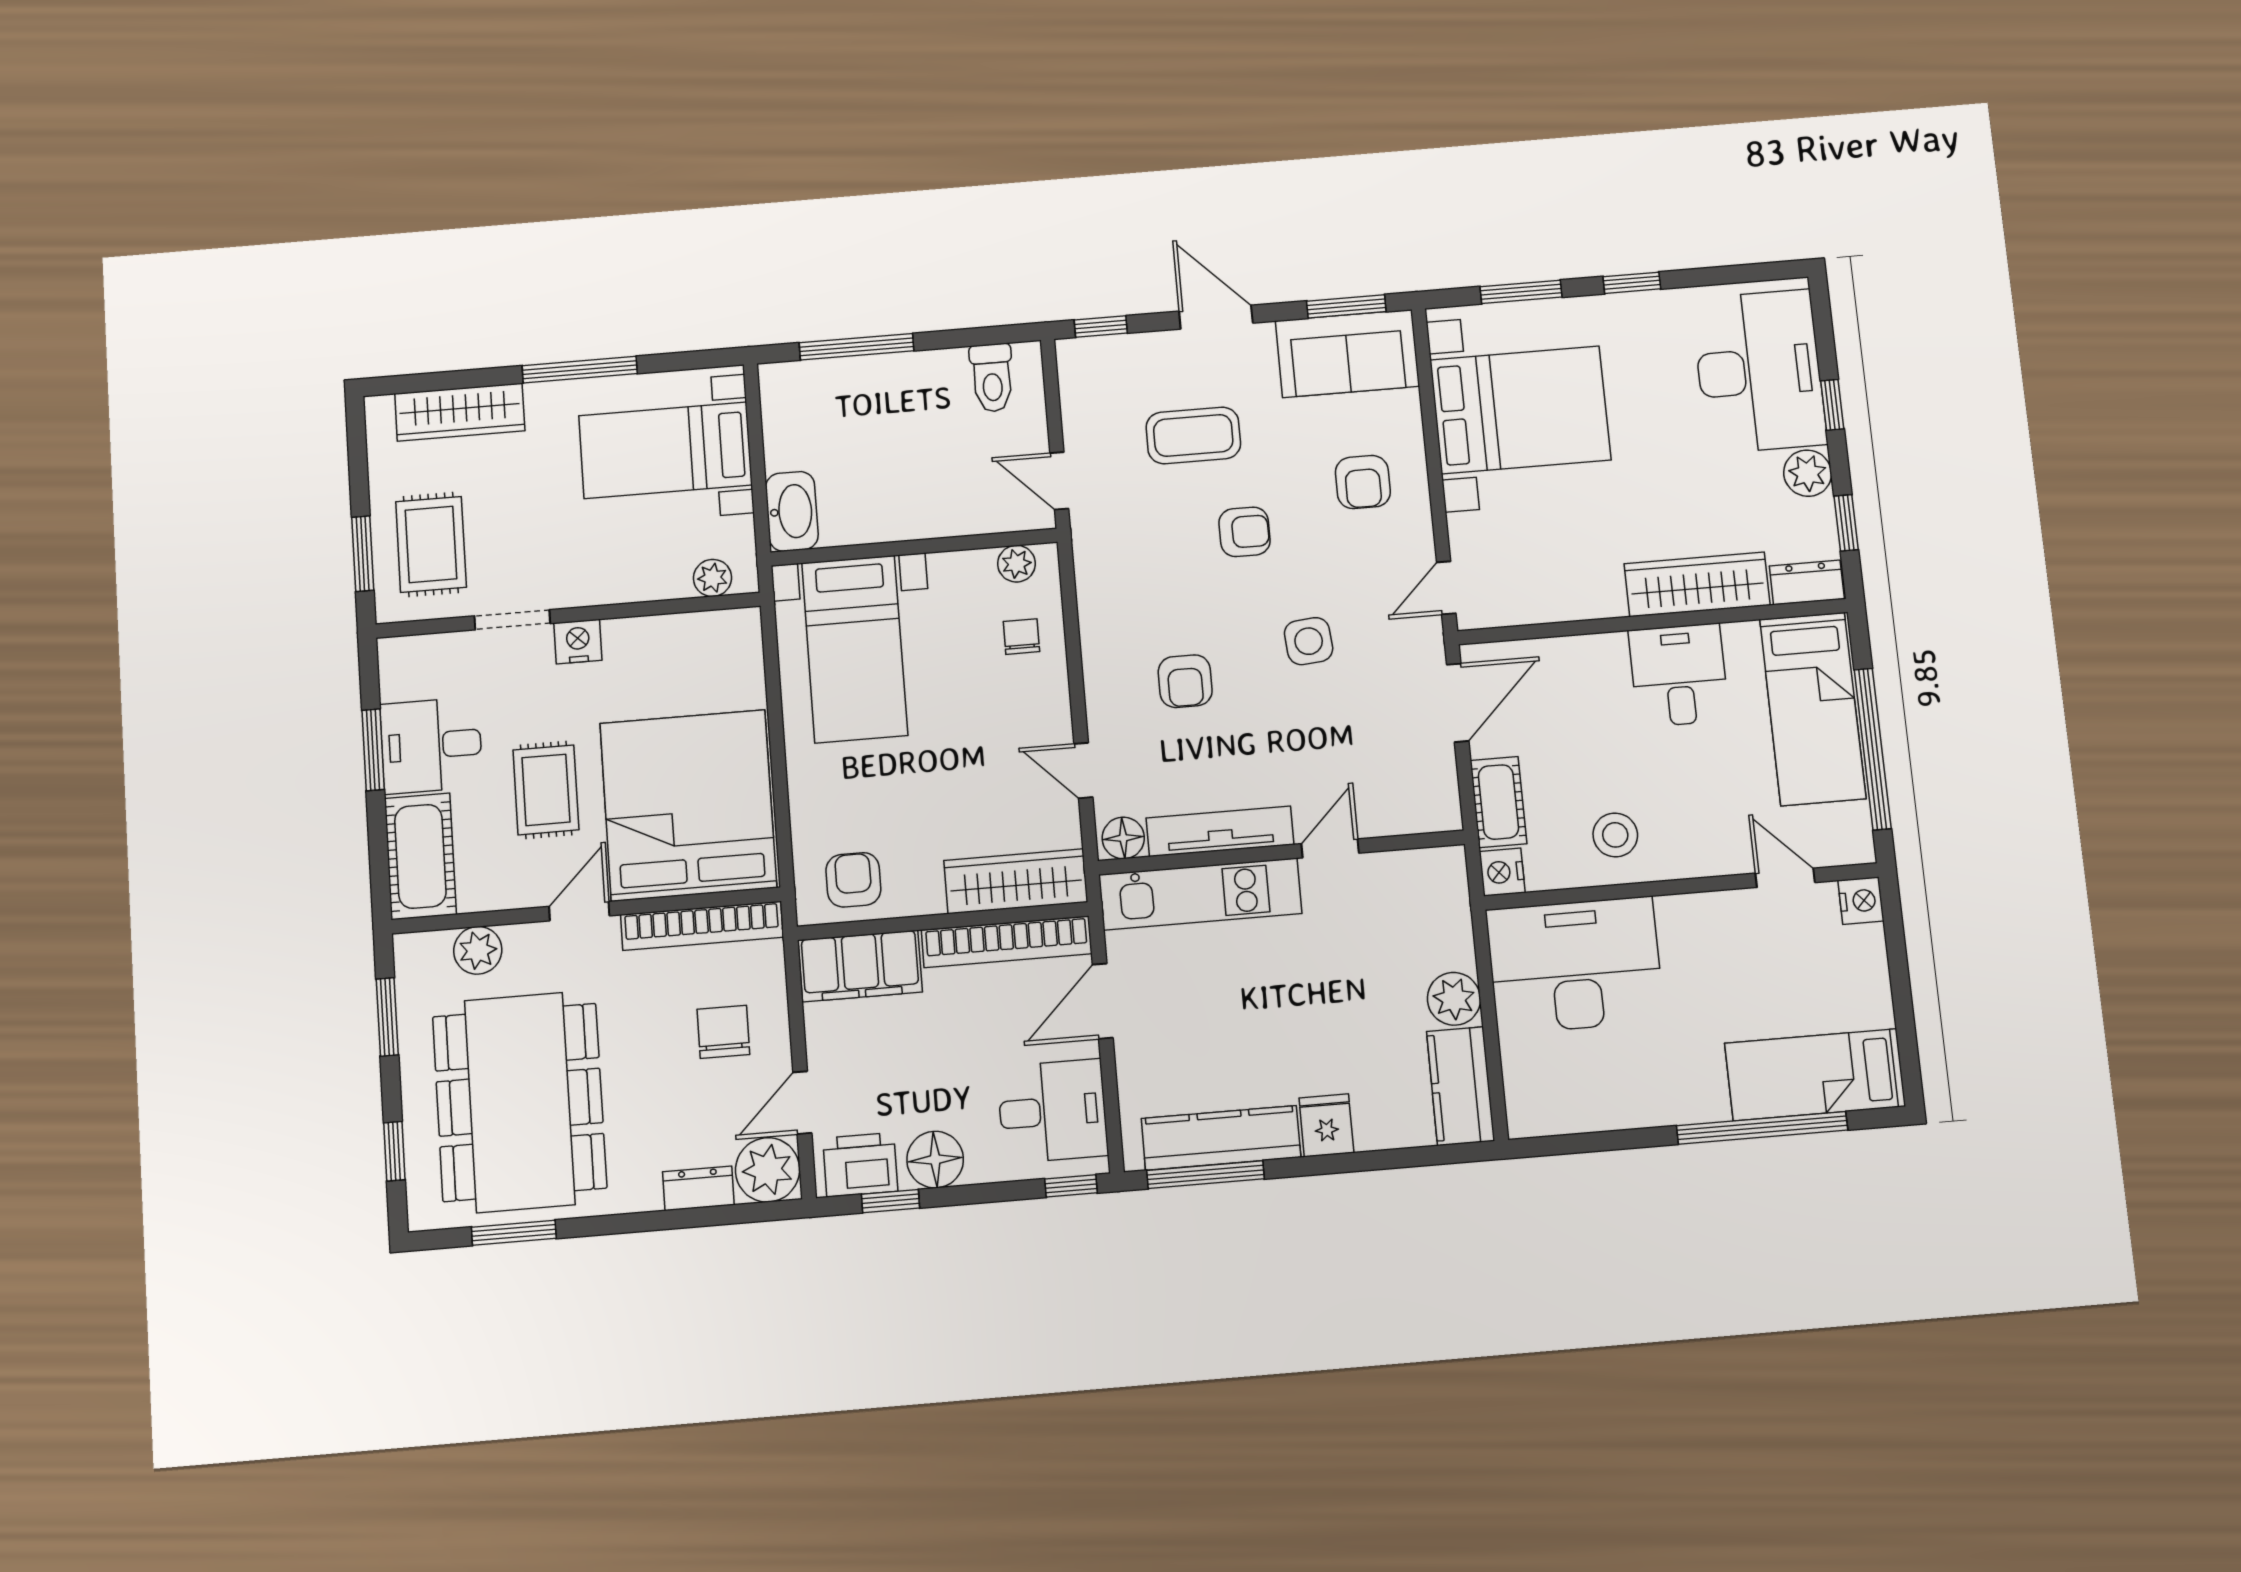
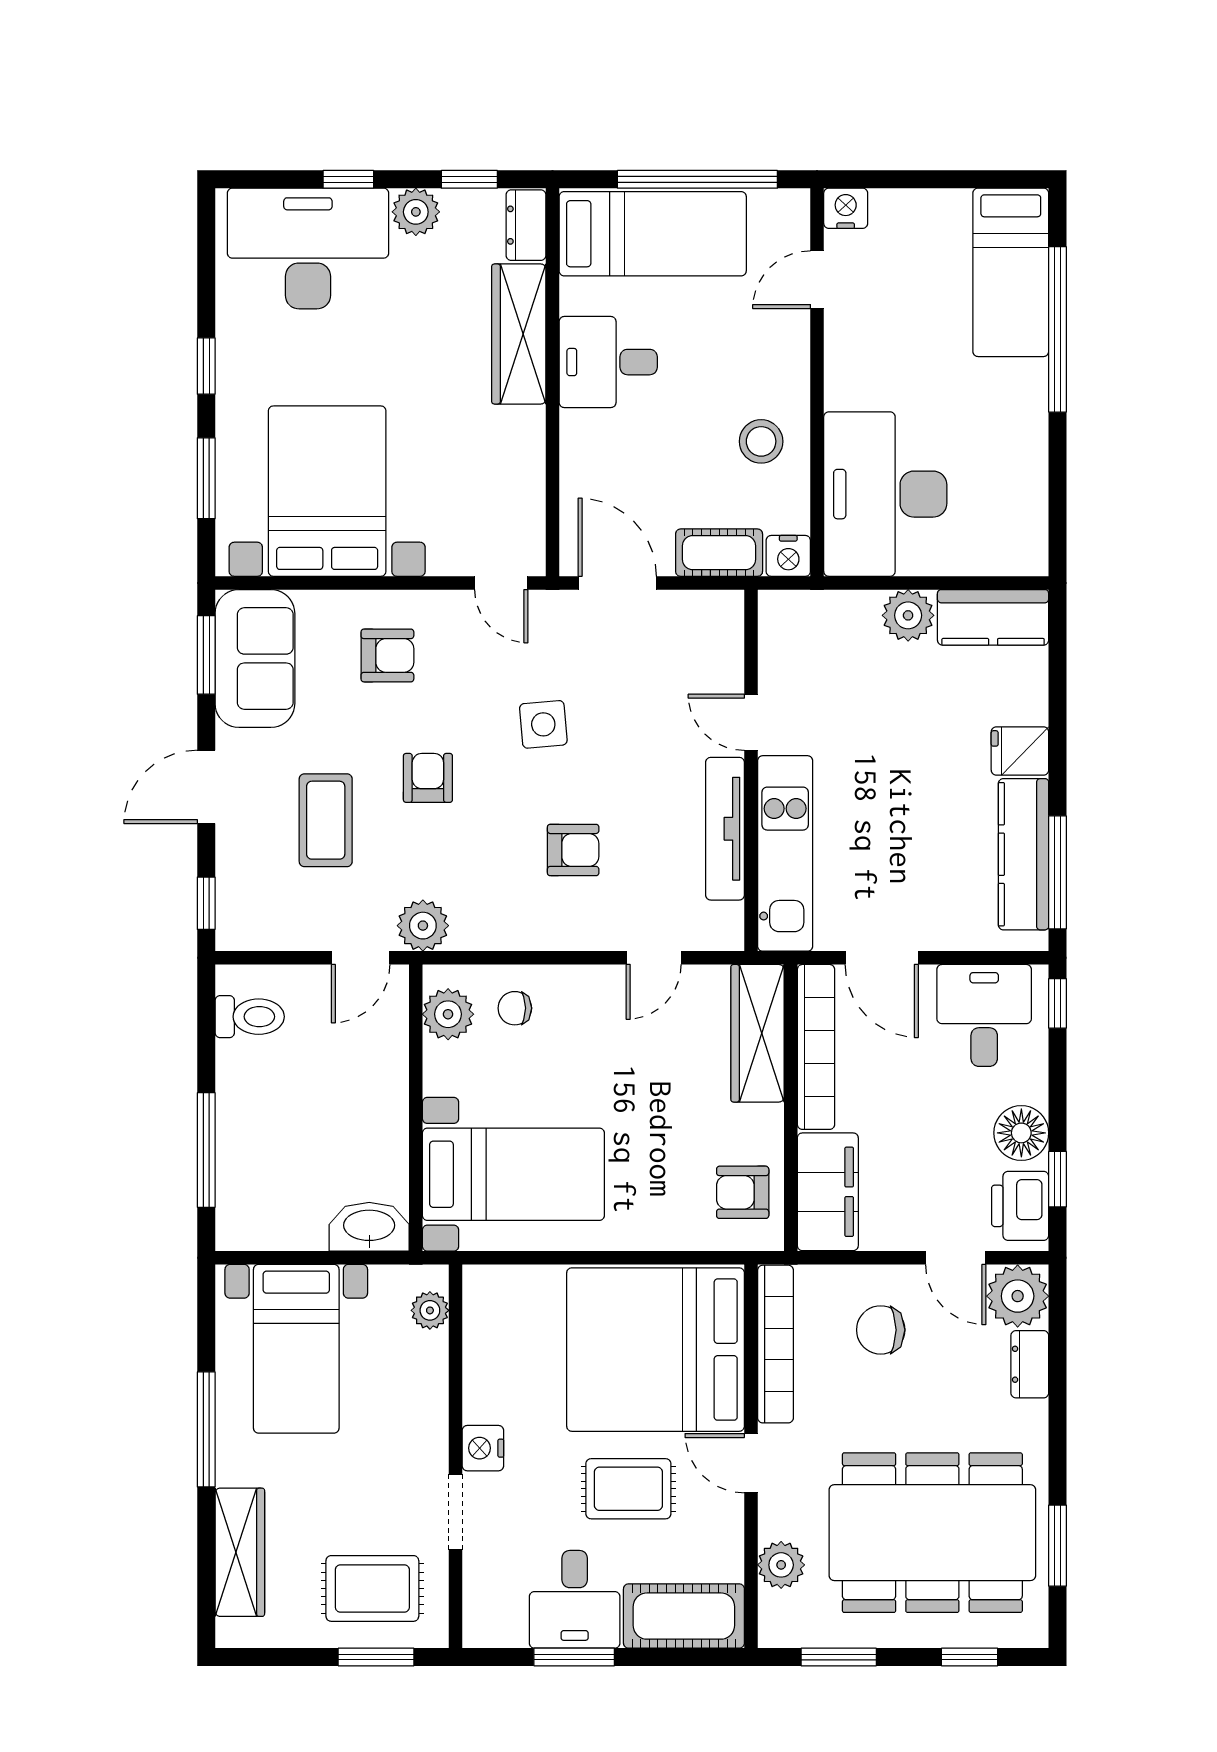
plant: (1097, 539) -> (423, 926), added
plant: (1017, 564) -> (448, 1014), width x1.38, depth x1.38
floor lamp: (1123, 838) -> (724, 924), removed

